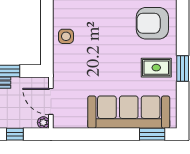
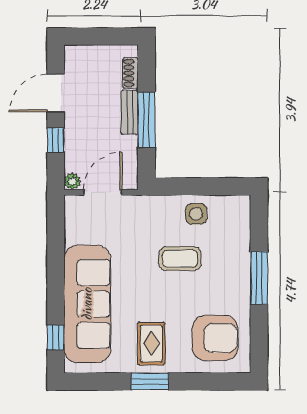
armchair: (152, 23) -> (215, 338), turned 90
coffee table: (97, 48) -> (180, 259), added
window: (152, 134) -> (56, 338), width x0.67

